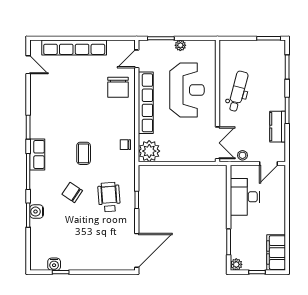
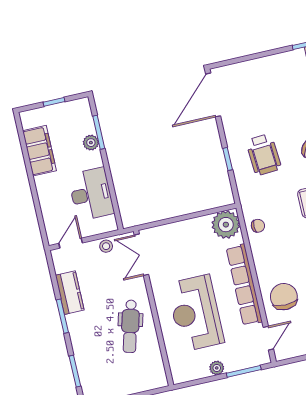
filing cabinet: (276, 253) -> (39, 151), moved
plant: (236, 264) -> (91, 143), moved

